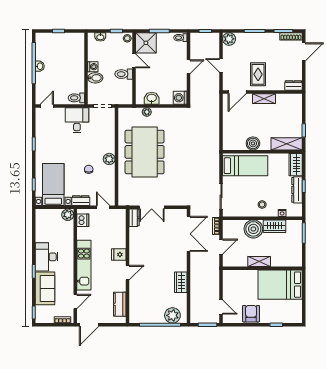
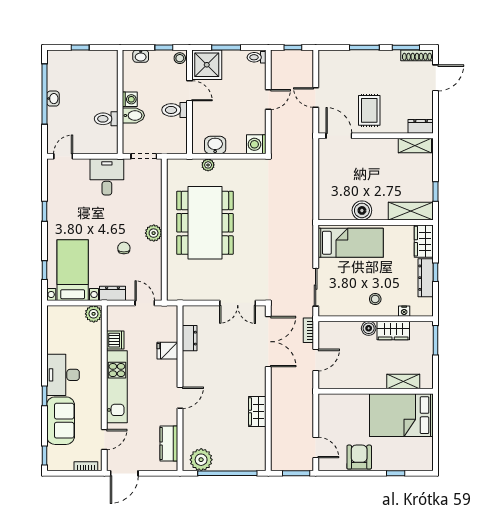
plant: (229, 39) -> (327, 59), removed
door: (237, 92) -> (339, 136), swing flipped
toilet: (76, 98) -> (106, 119), moved
shelving: (264, 99) -> (415, 146), moved
double door: (152, 207) -> (238, 303), moved
dresser: (134, 218) -> (190, 338), moved
dishwasher: (83, 220) -> (115, 340), moved
boiler: (253, 229) -> (369, 328), width x0.54, depth x0.54
fridge: (119, 255) -> (167, 351), moved
shelving: (259, 261) -> (403, 382), moved
plant: (172, 315) -> (201, 460), moved

